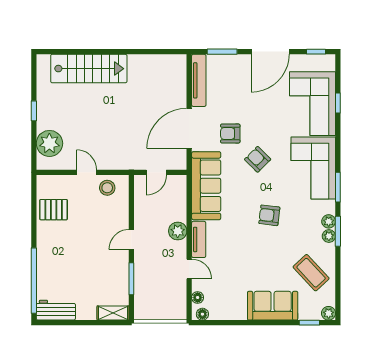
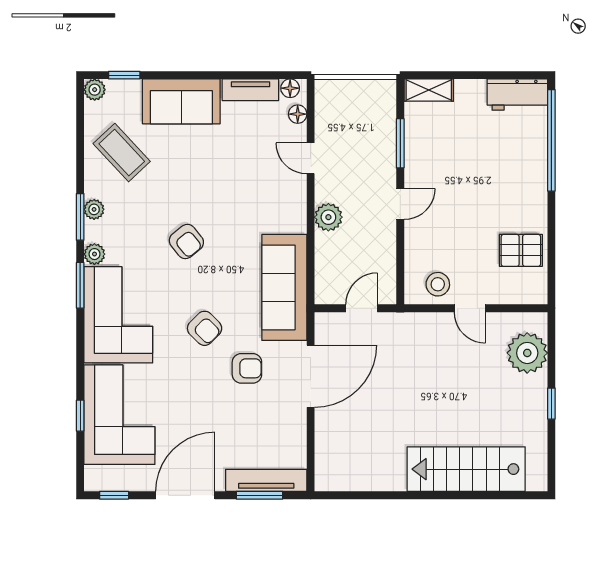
tv unit: (199, 80) -> (266, 480), moved, turned 90
armchair: (269, 215) -> (186, 241), turned 44
plant: (329, 221) -> (94, 254), moved
tv unit: (199, 239) -> (250, 90), moved, turned -90

